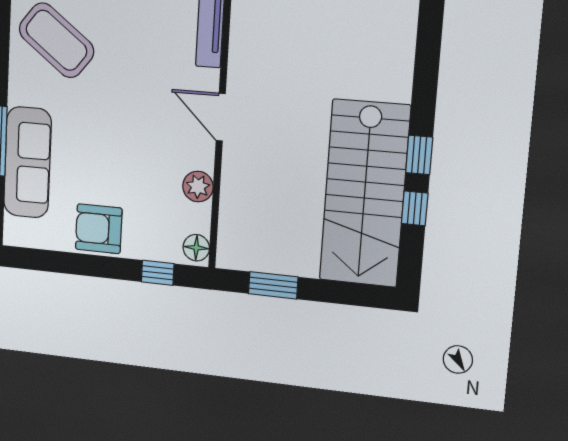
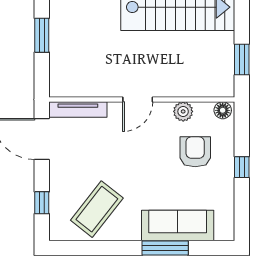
armchair: (99, 229) -> (195, 152), moved, turned 180
window: (158, 273) -> (242, 167), moved

